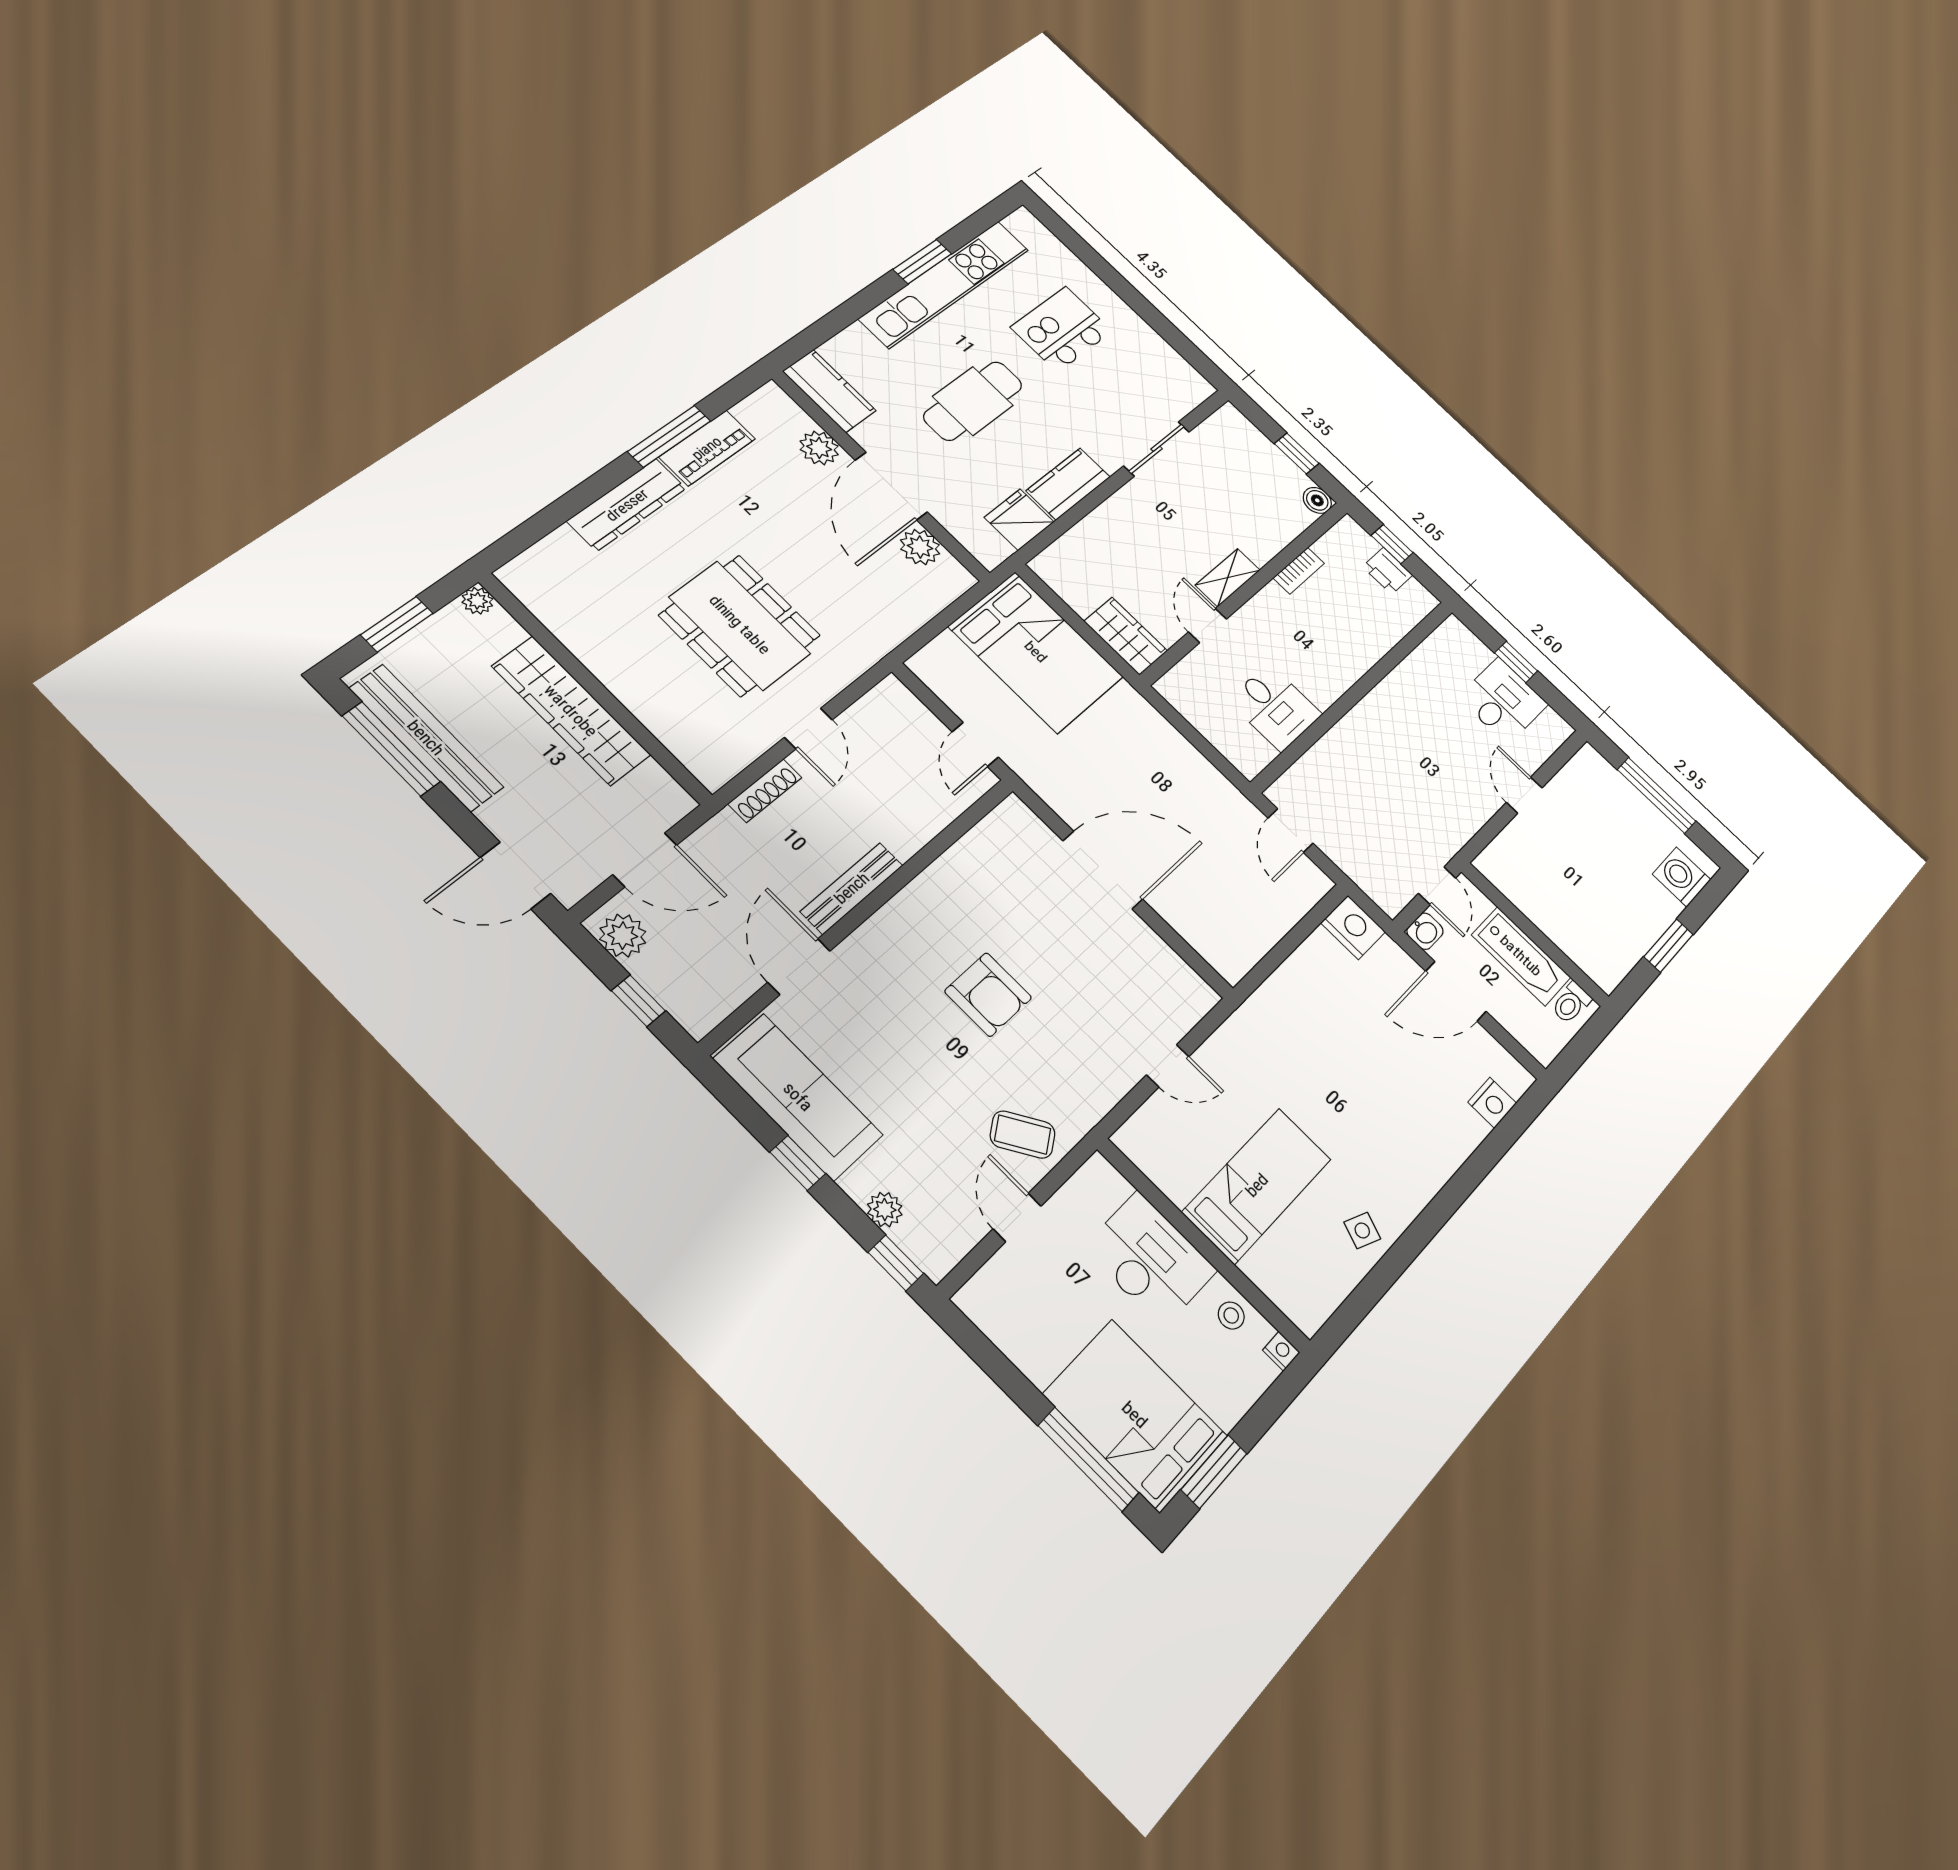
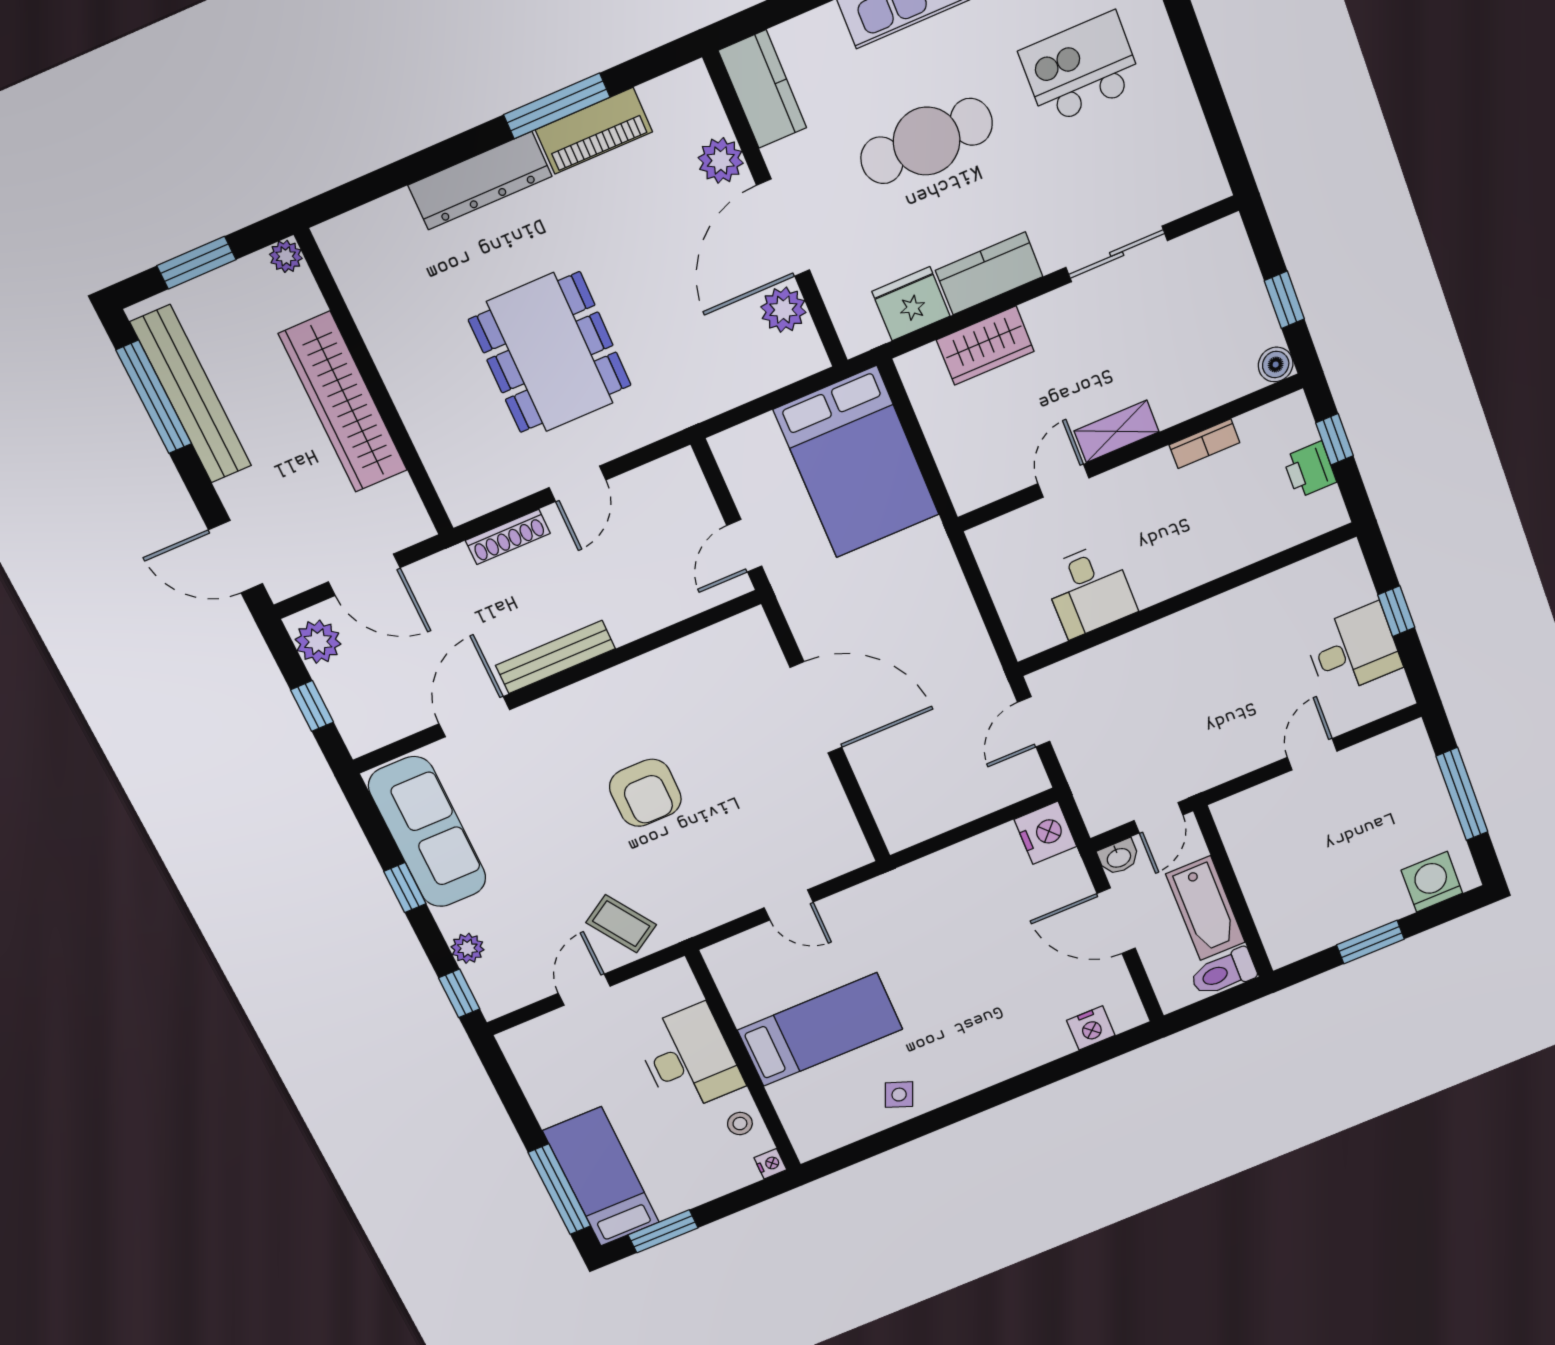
wardrobe: (1126, 636) -> (985, 346), moved, turned 90
toilet: (1571, 1003) -> (1223, 973), width x1.37, depth x1.39
bed: (1135, 1415) -> (601, 1177), width x0.67

